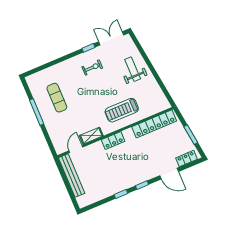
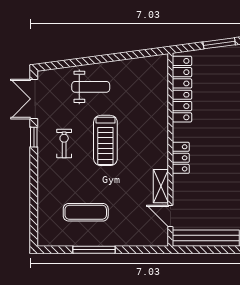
weight bench: (133, 69) -> (91, 87), turned 180
treadmill: (122, 110) -> (105, 140), moved

